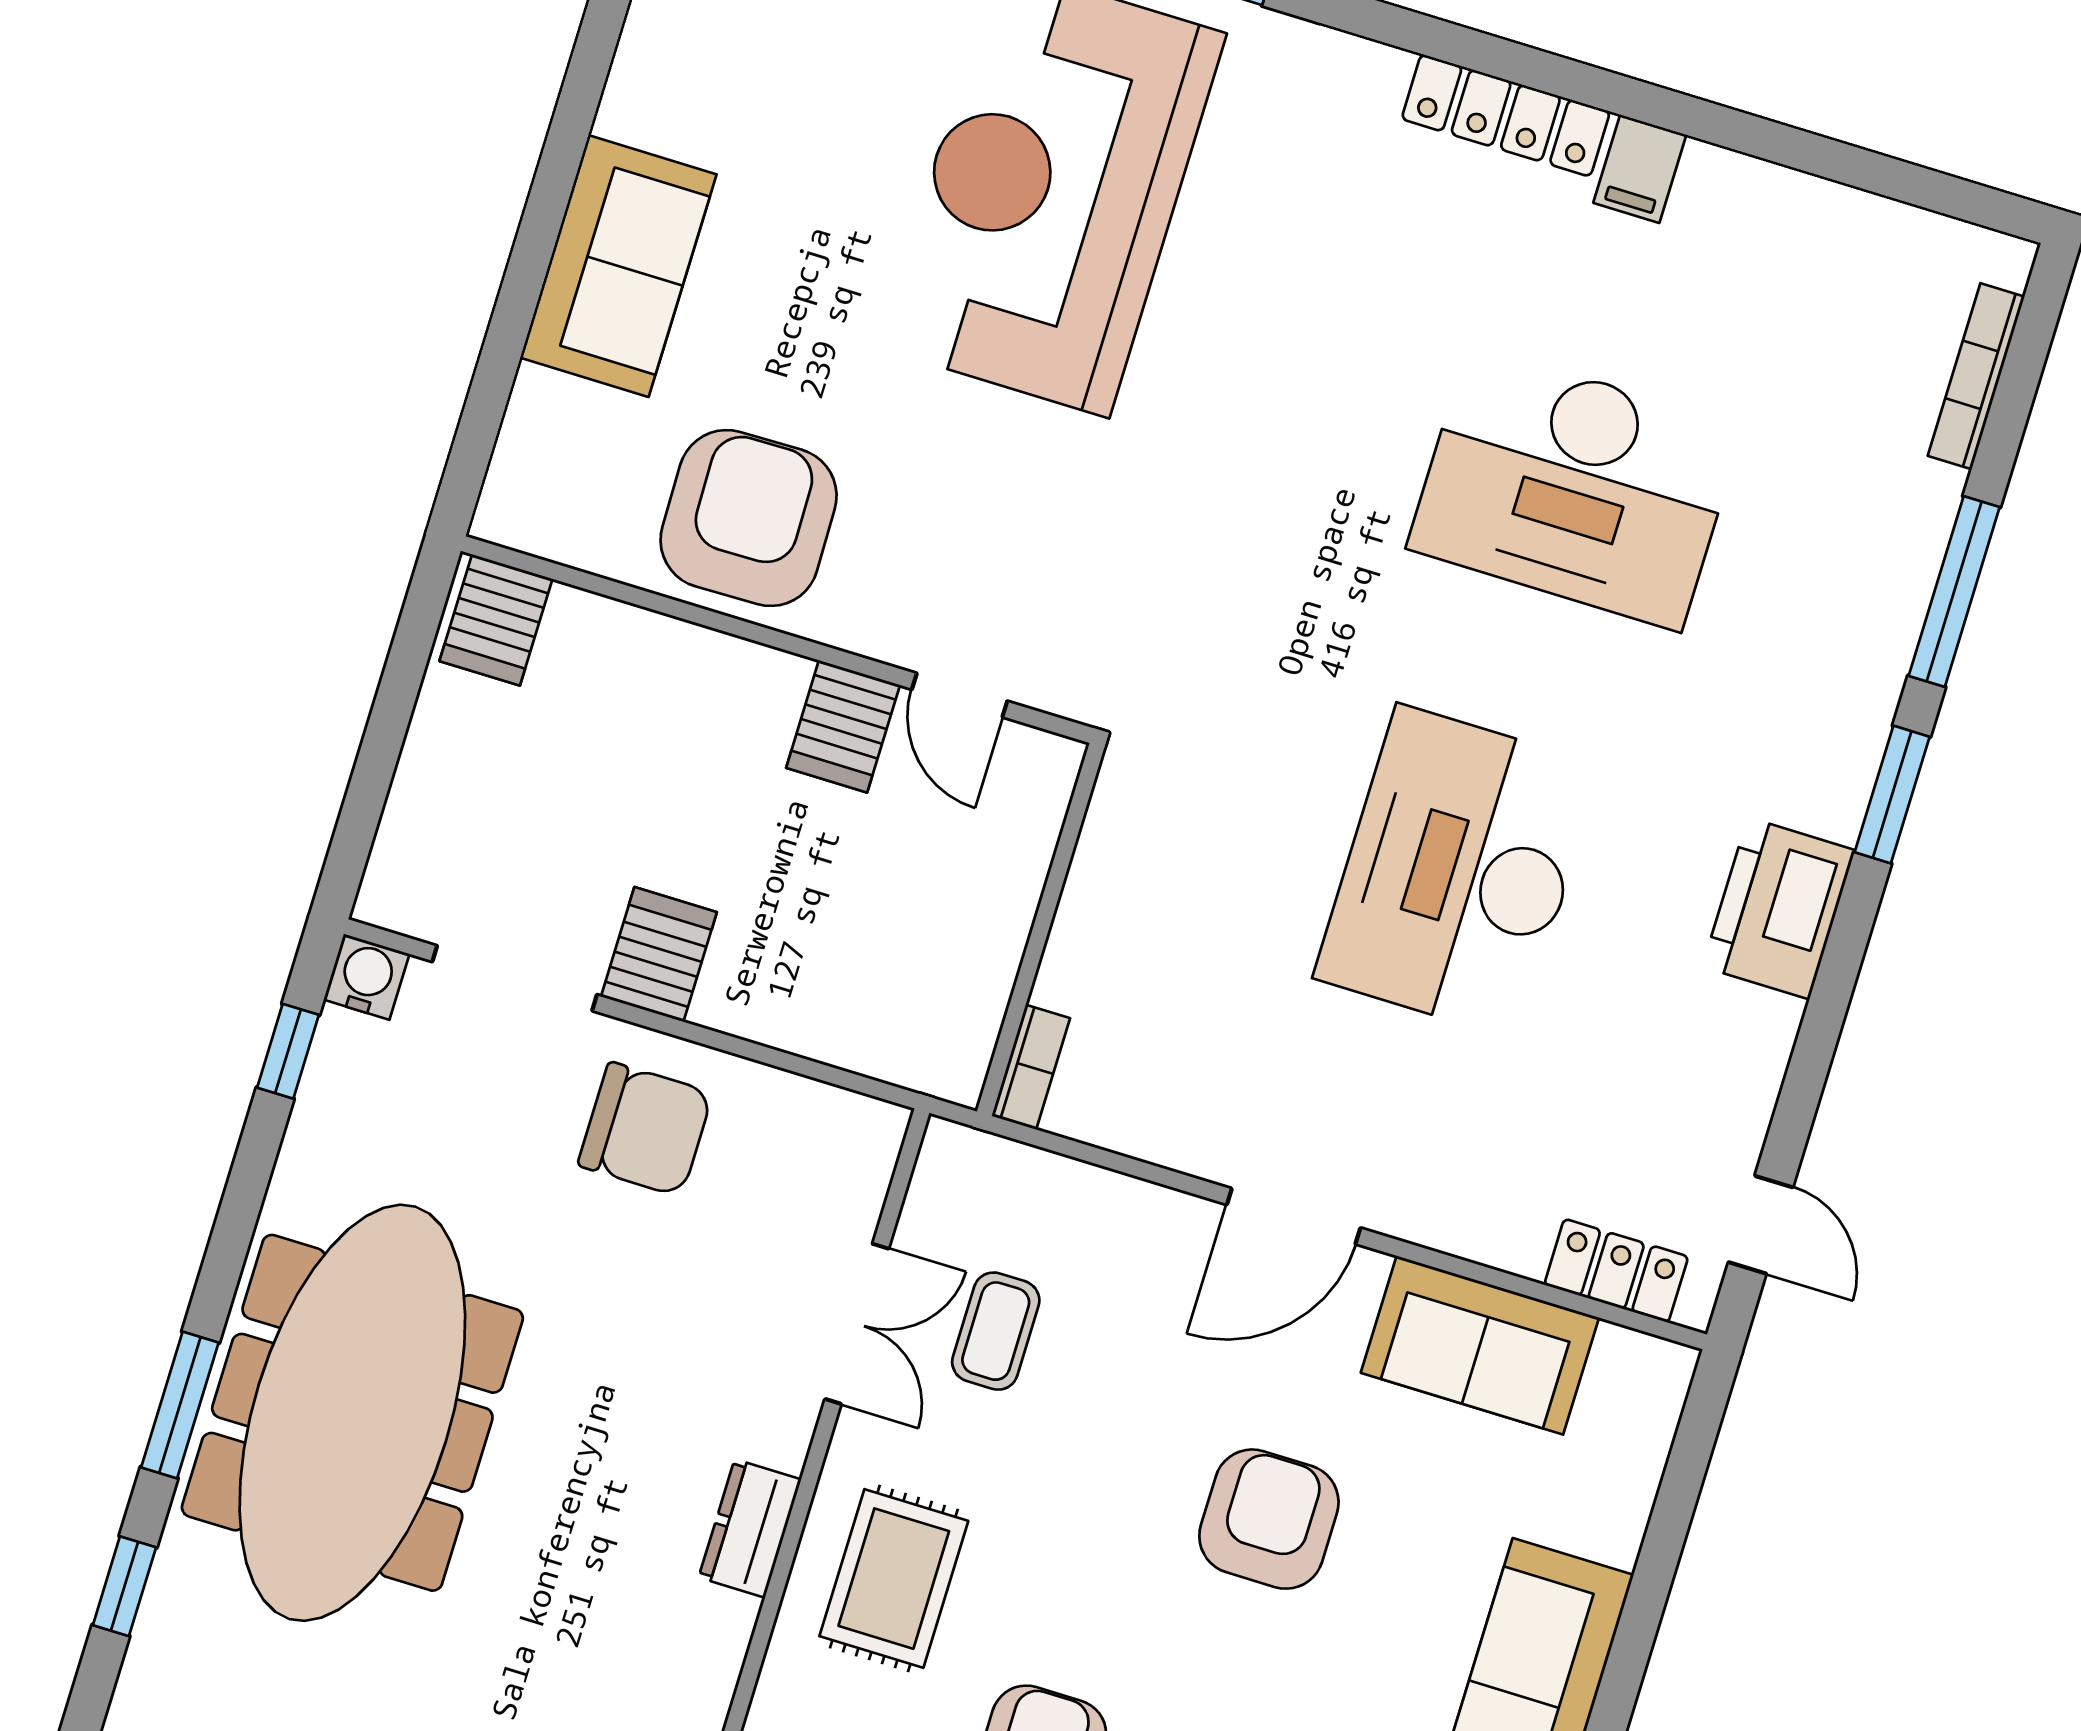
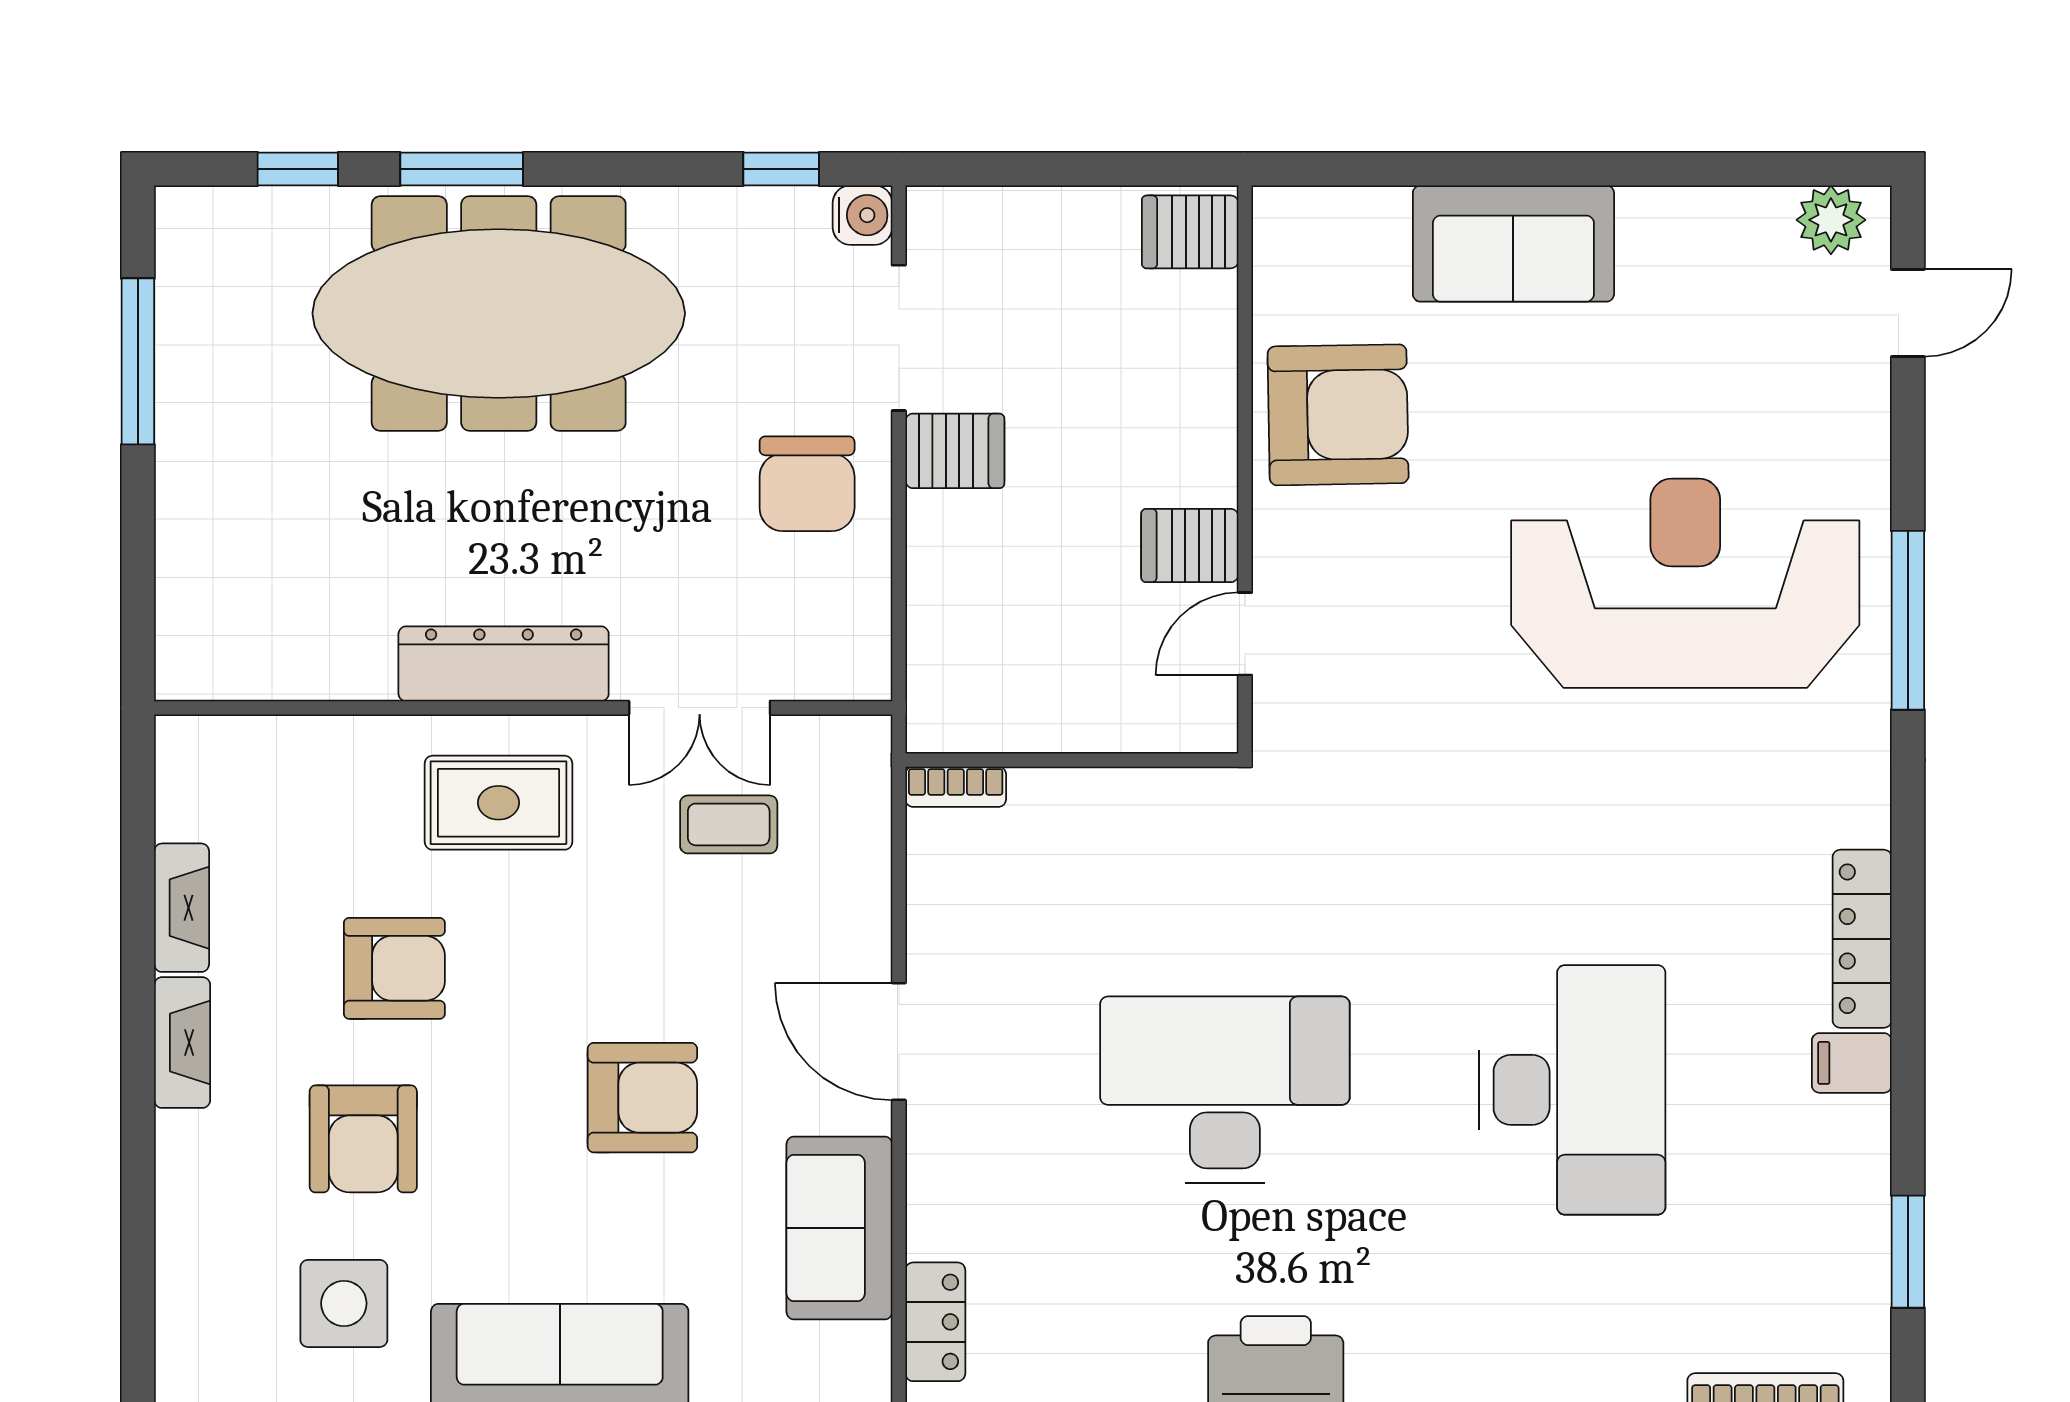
window: (1868, 171) -> (1908, 1252), added
desk: (1575, 488) -> (1572, 1090), turned 180
dresser: (750, 1528) -> (504, 664), width x1.96, depth x1.24

